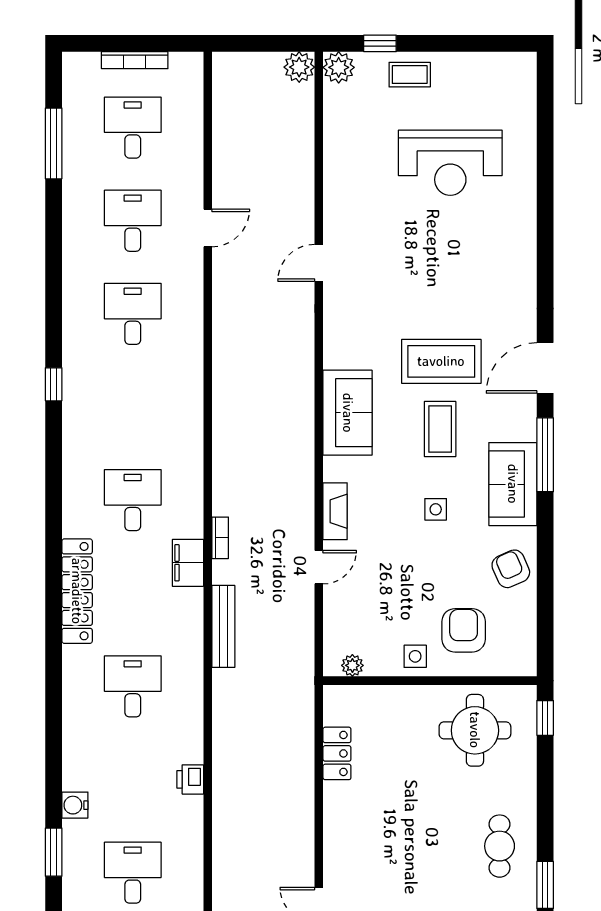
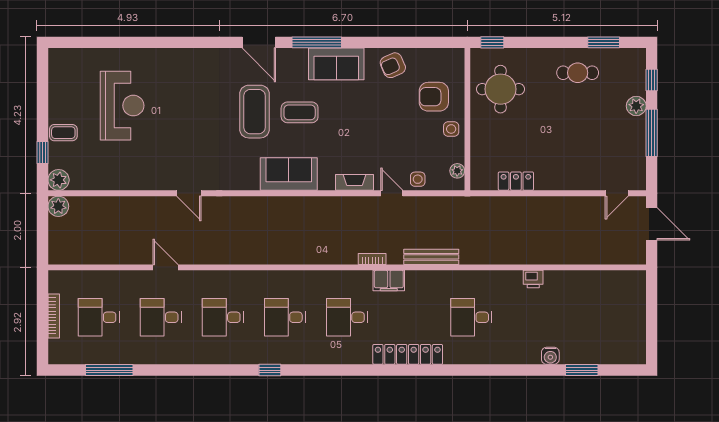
coffee table: (410, 75) -> (63, 133), turned 90
side table: (436, 509) -> (418, 179), moved
desk: (133, 873) -> (285, 317), moved

